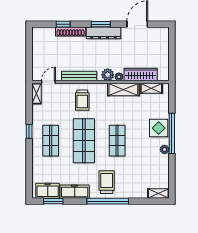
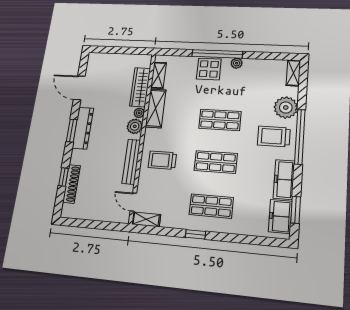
shoe rack: (71, 31) -> (71, 184), moved
trolley: (82, 100) -> (162, 160), turned 180
shop shelf: (84, 141) -> (216, 162), width x0.70, depth x0.74
plant: (130, 189) -> (286, 107), added

